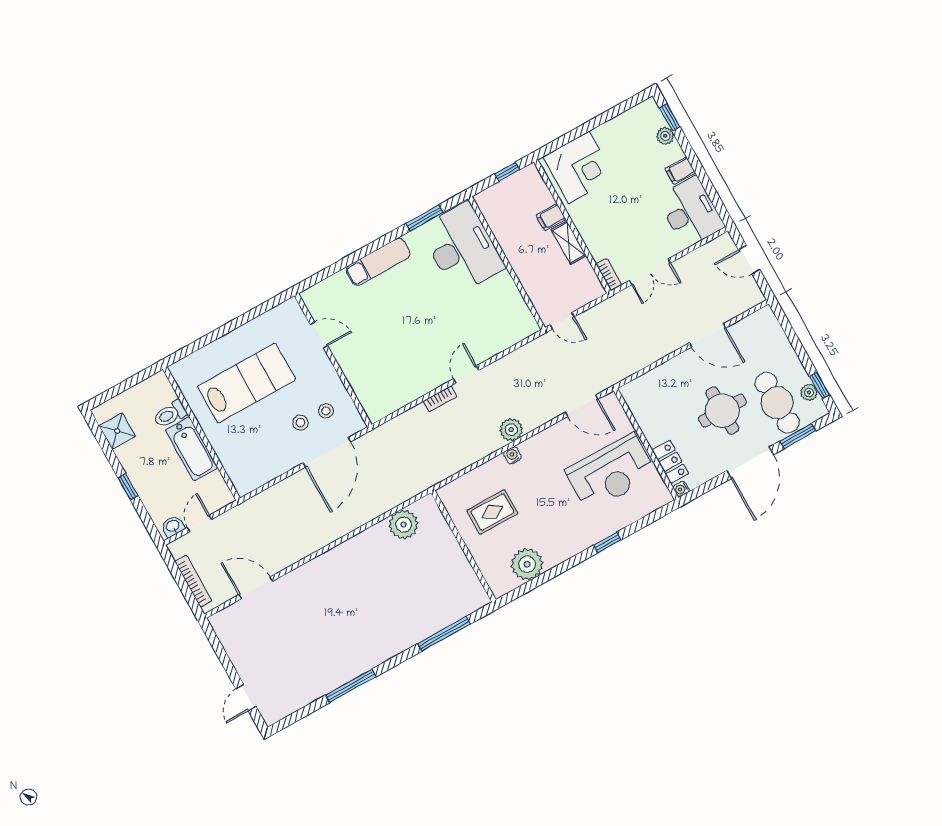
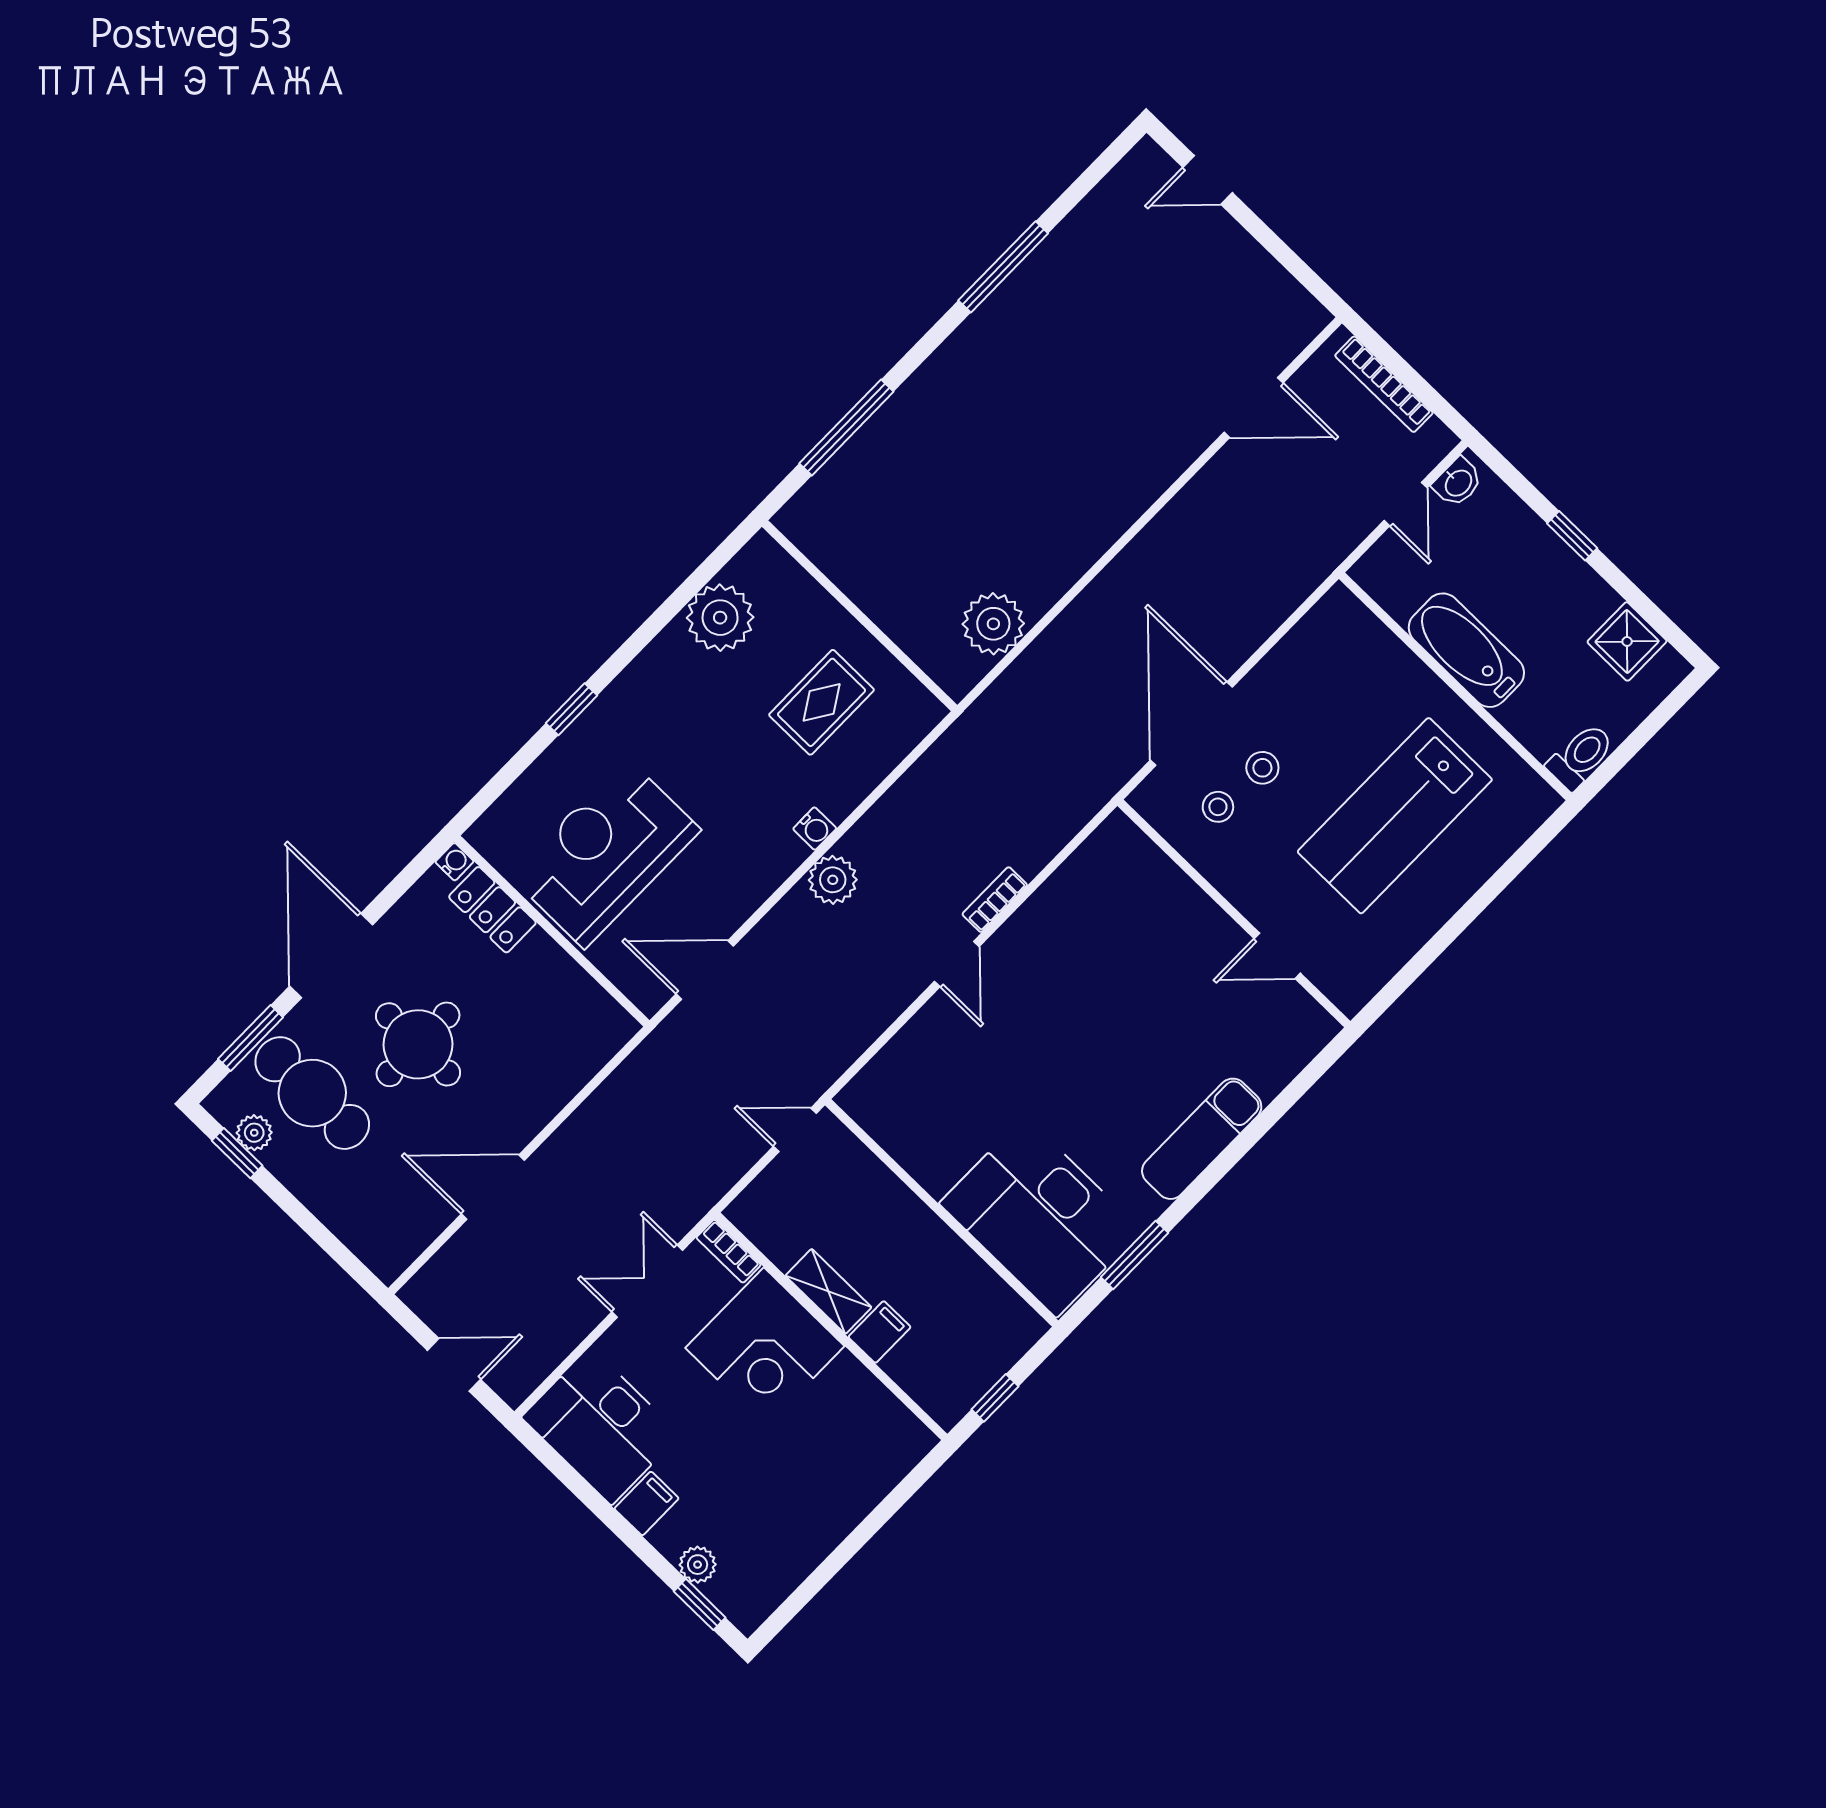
corner desk: (579, 167) -> (765, 1347), moved, turned -90
toilet: (170, 414) -> (1581, 756), moved
door: (246, 698) -> (1208, 180), swing flipped

